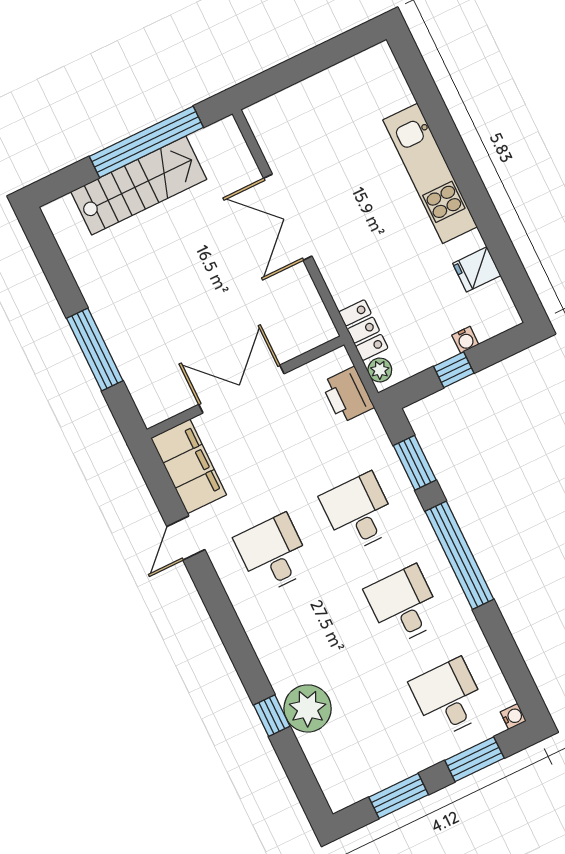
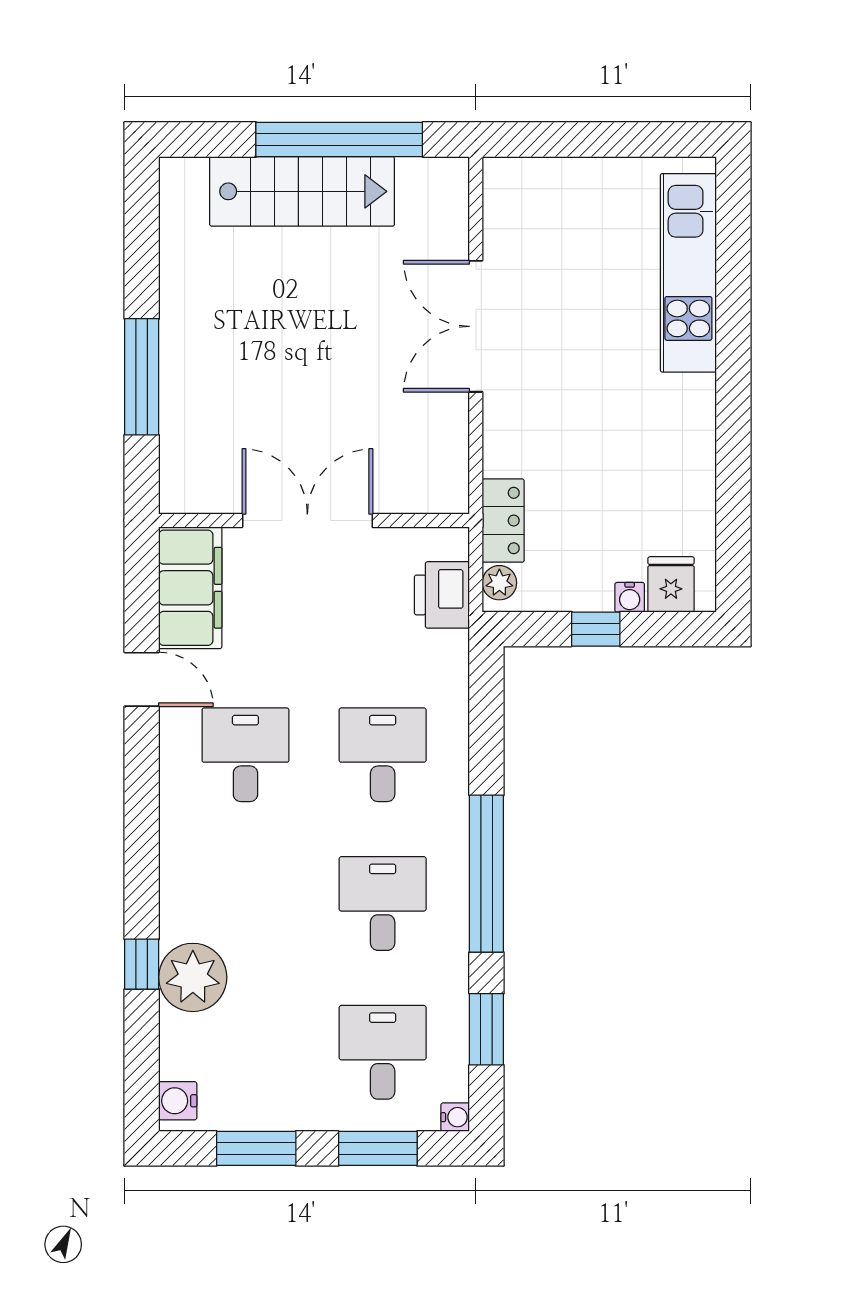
kitchen unit: (430, 173) -> (688, 273), moved
fridge: (477, 269) -> (671, 584), moved, turned 90
window: (415, 463) -> (486, 1029), moved
door: (186, 538) -> (142, 679), swing flipped
water cooler: (335, 790) -> (178, 1101), added

